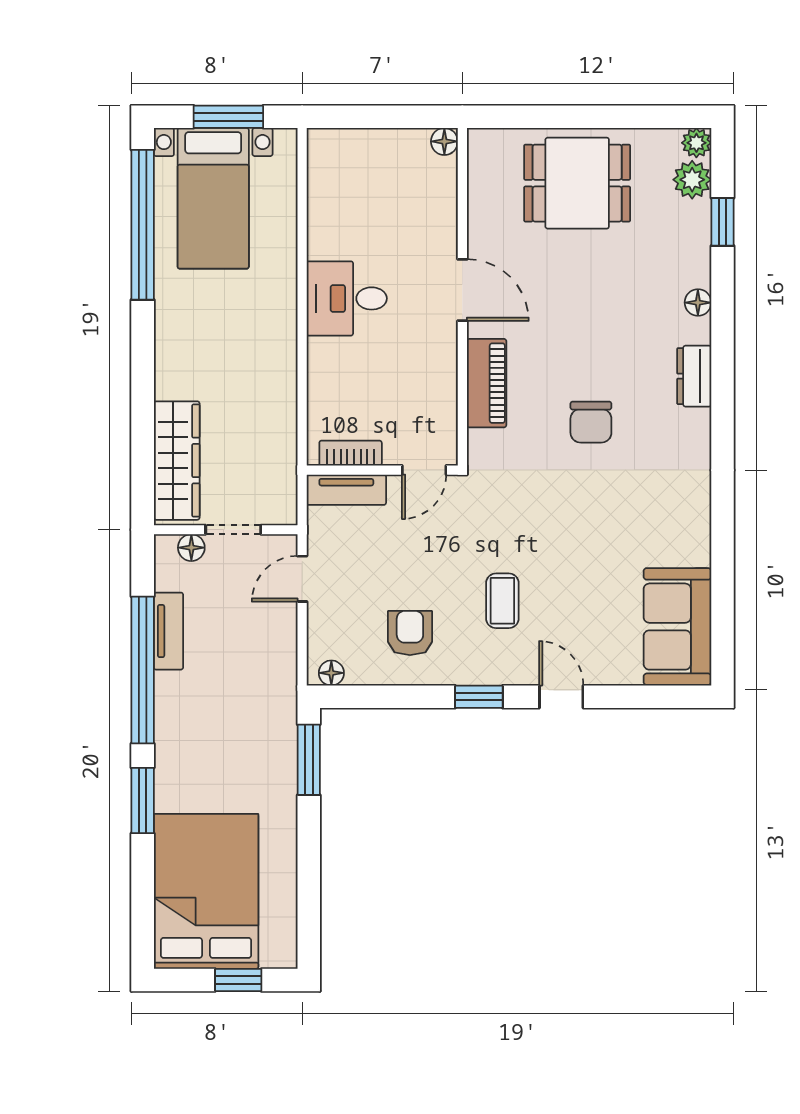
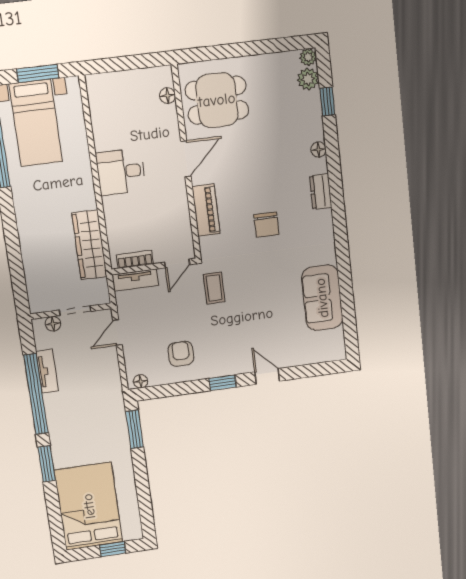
floor lamp: (444, 141) -> (168, 96), moved
dining table: (577, 183) -> (217, 100), moved
door: (462, 290) -> (186, 159), hinge flipped
wardrobe: (177, 461) -> (89, 245), moved, turned 180
coffee table: (502, 601) -> (214, 288), moved
sofa: (677, 627) -> (322, 298), moved

